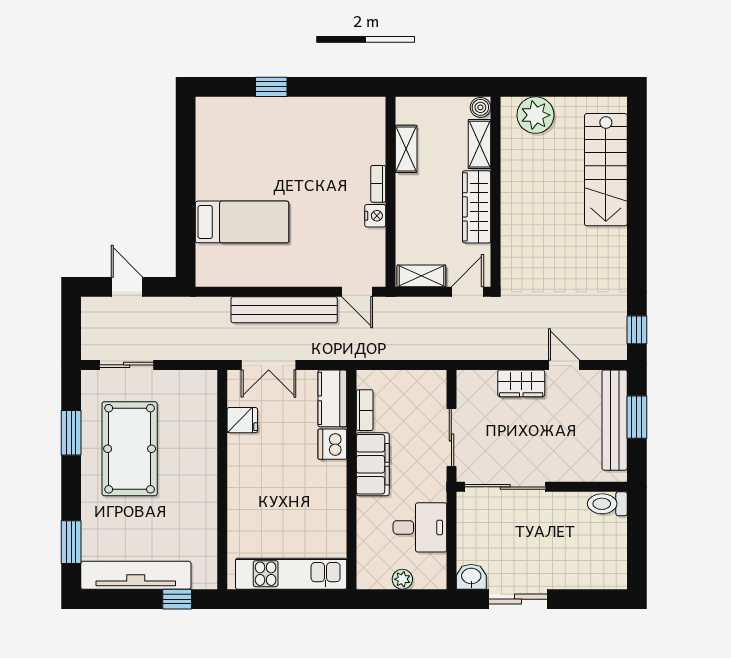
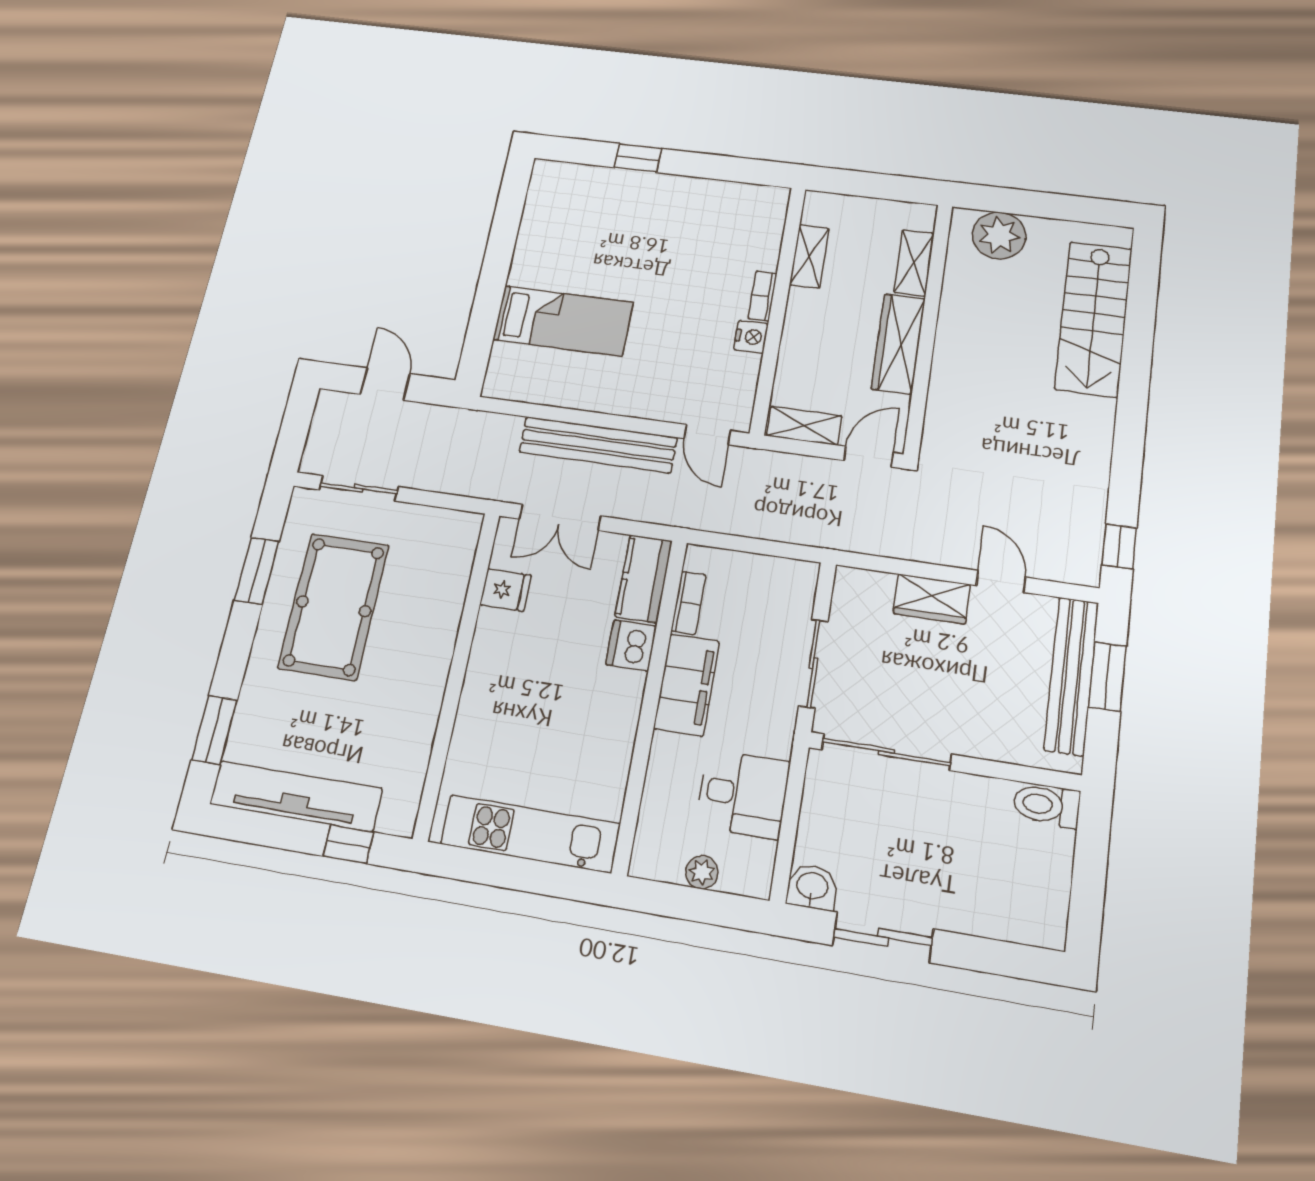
boiler: (480, 107) -> (922, 217), removed

